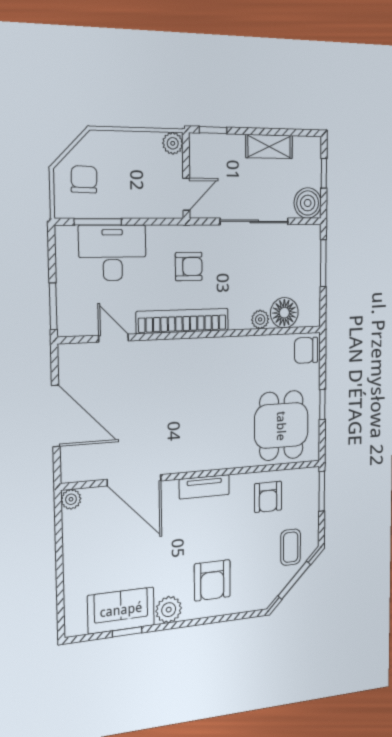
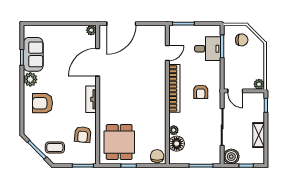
desk: (113, 253) -> (208, 49), width x0.73
door: (56, 416) -> (121, 24), moved
dining table: (281, 426) -> (119, 142), turned 90
armchair: (268, 497) -> (83, 135), turned -85

